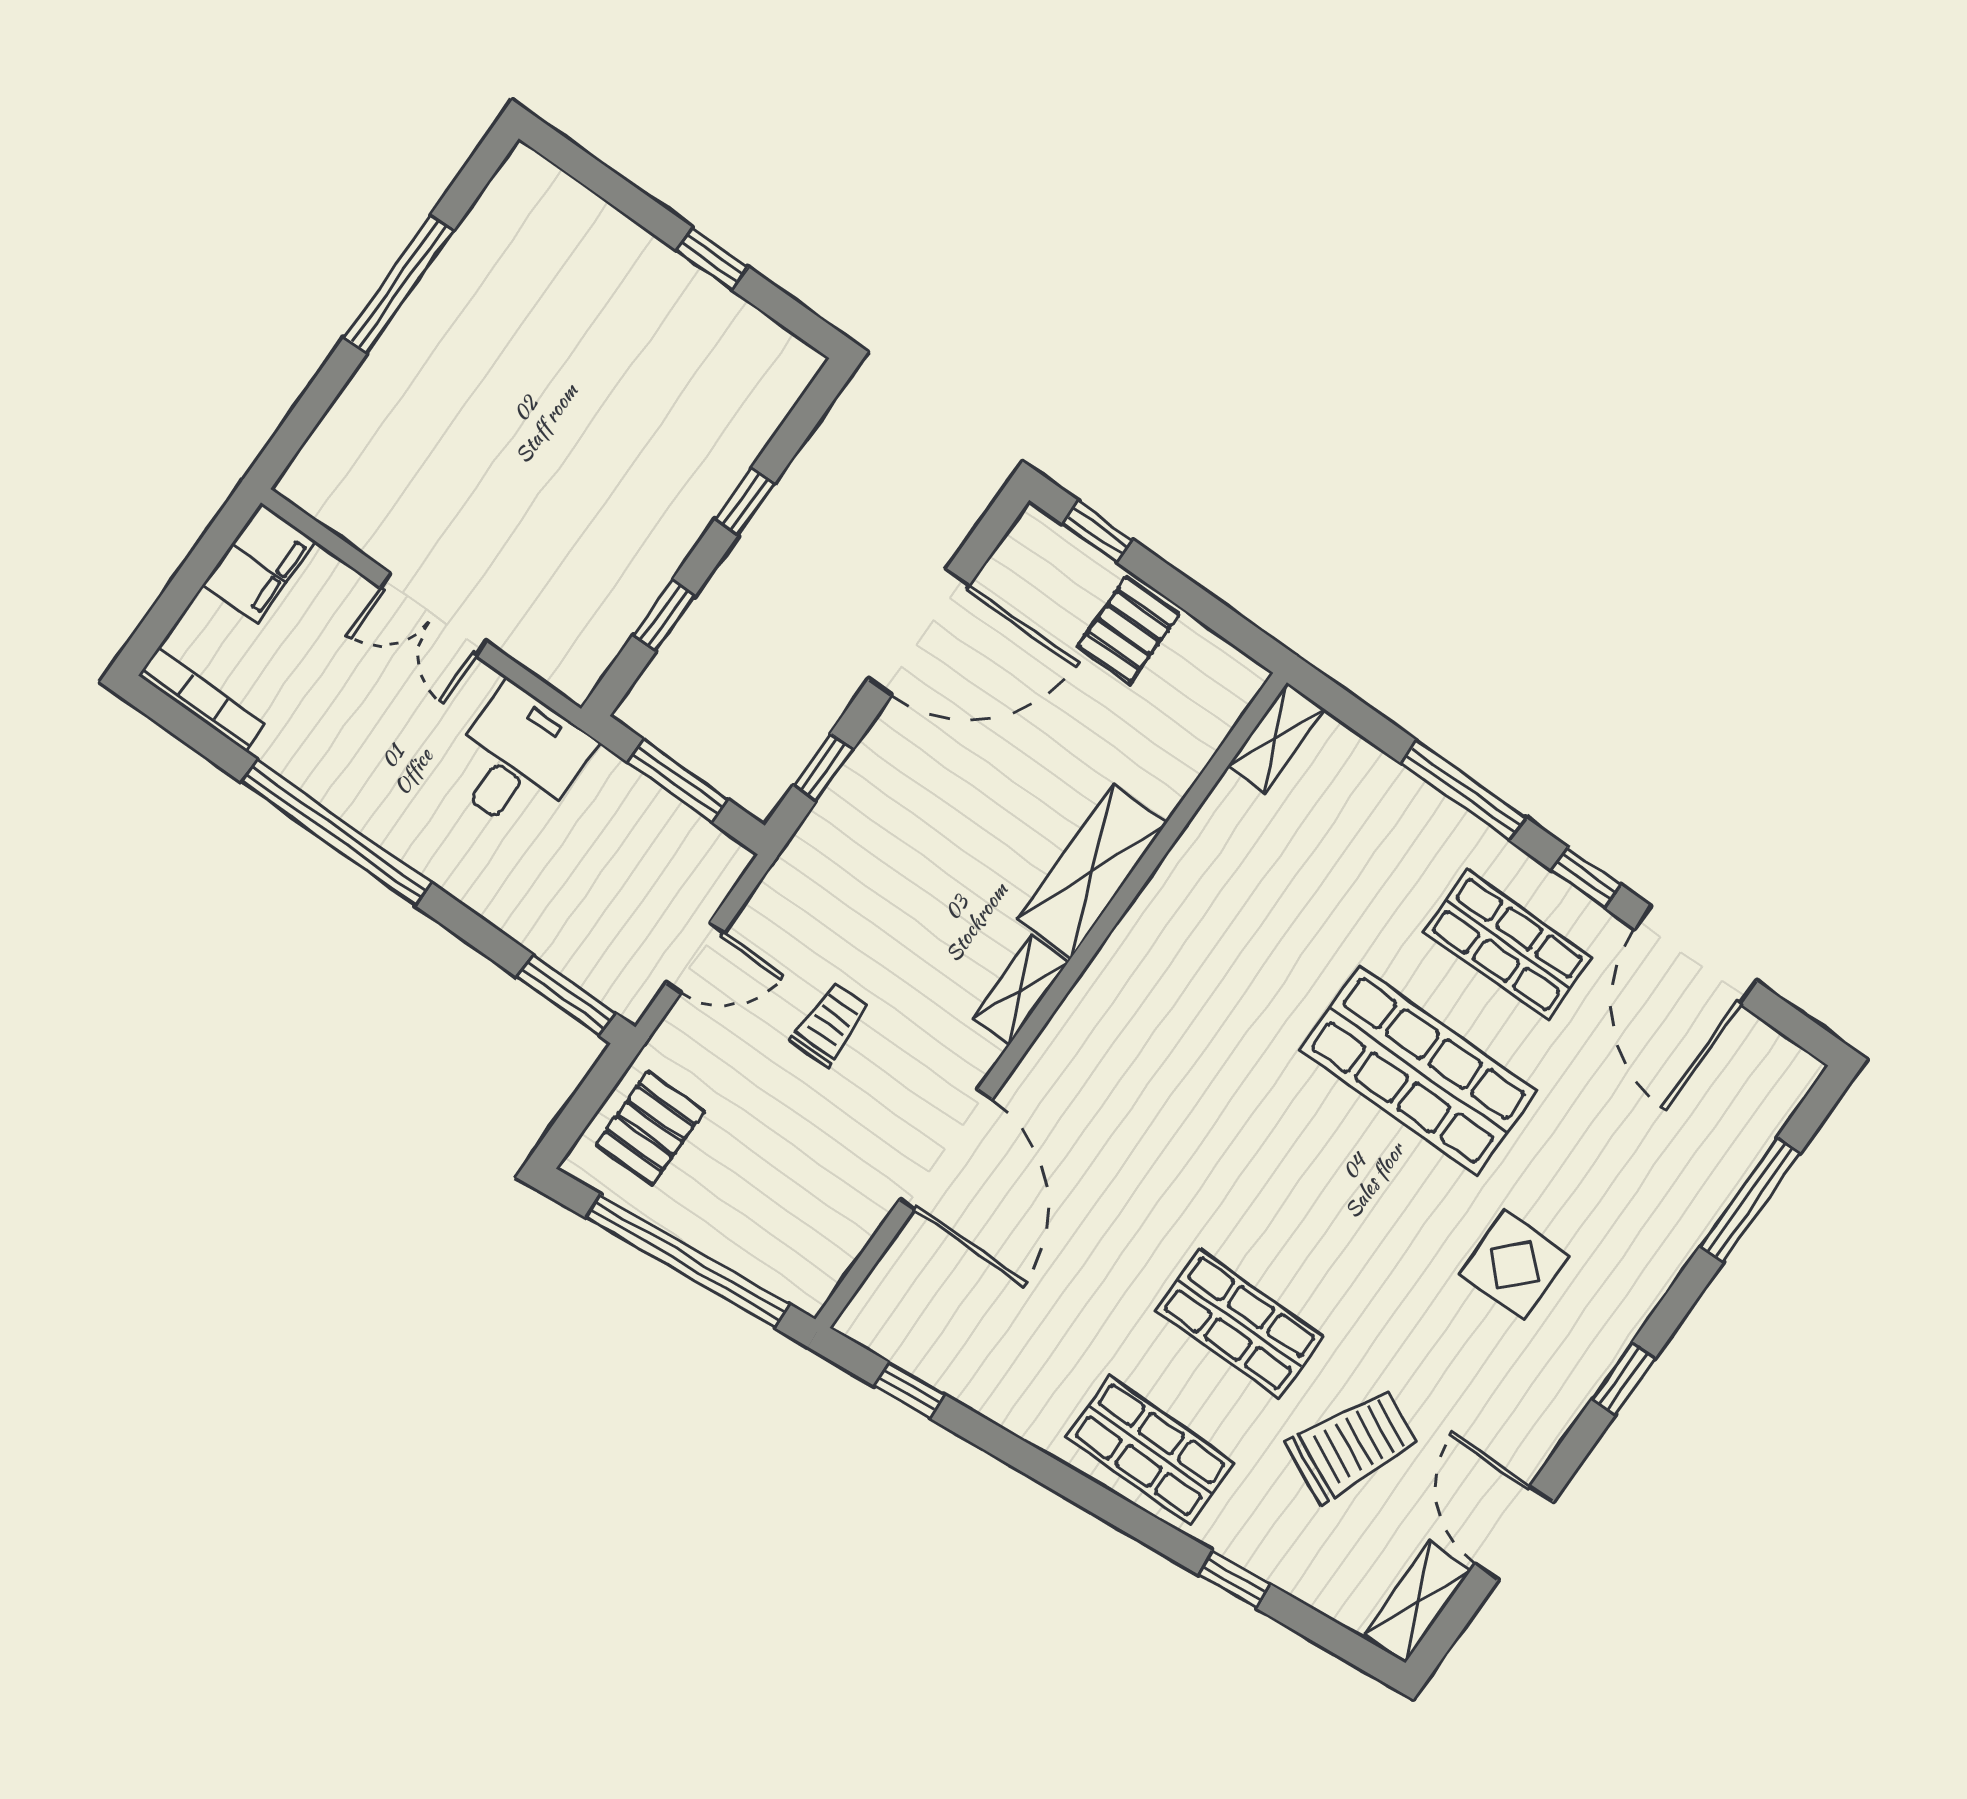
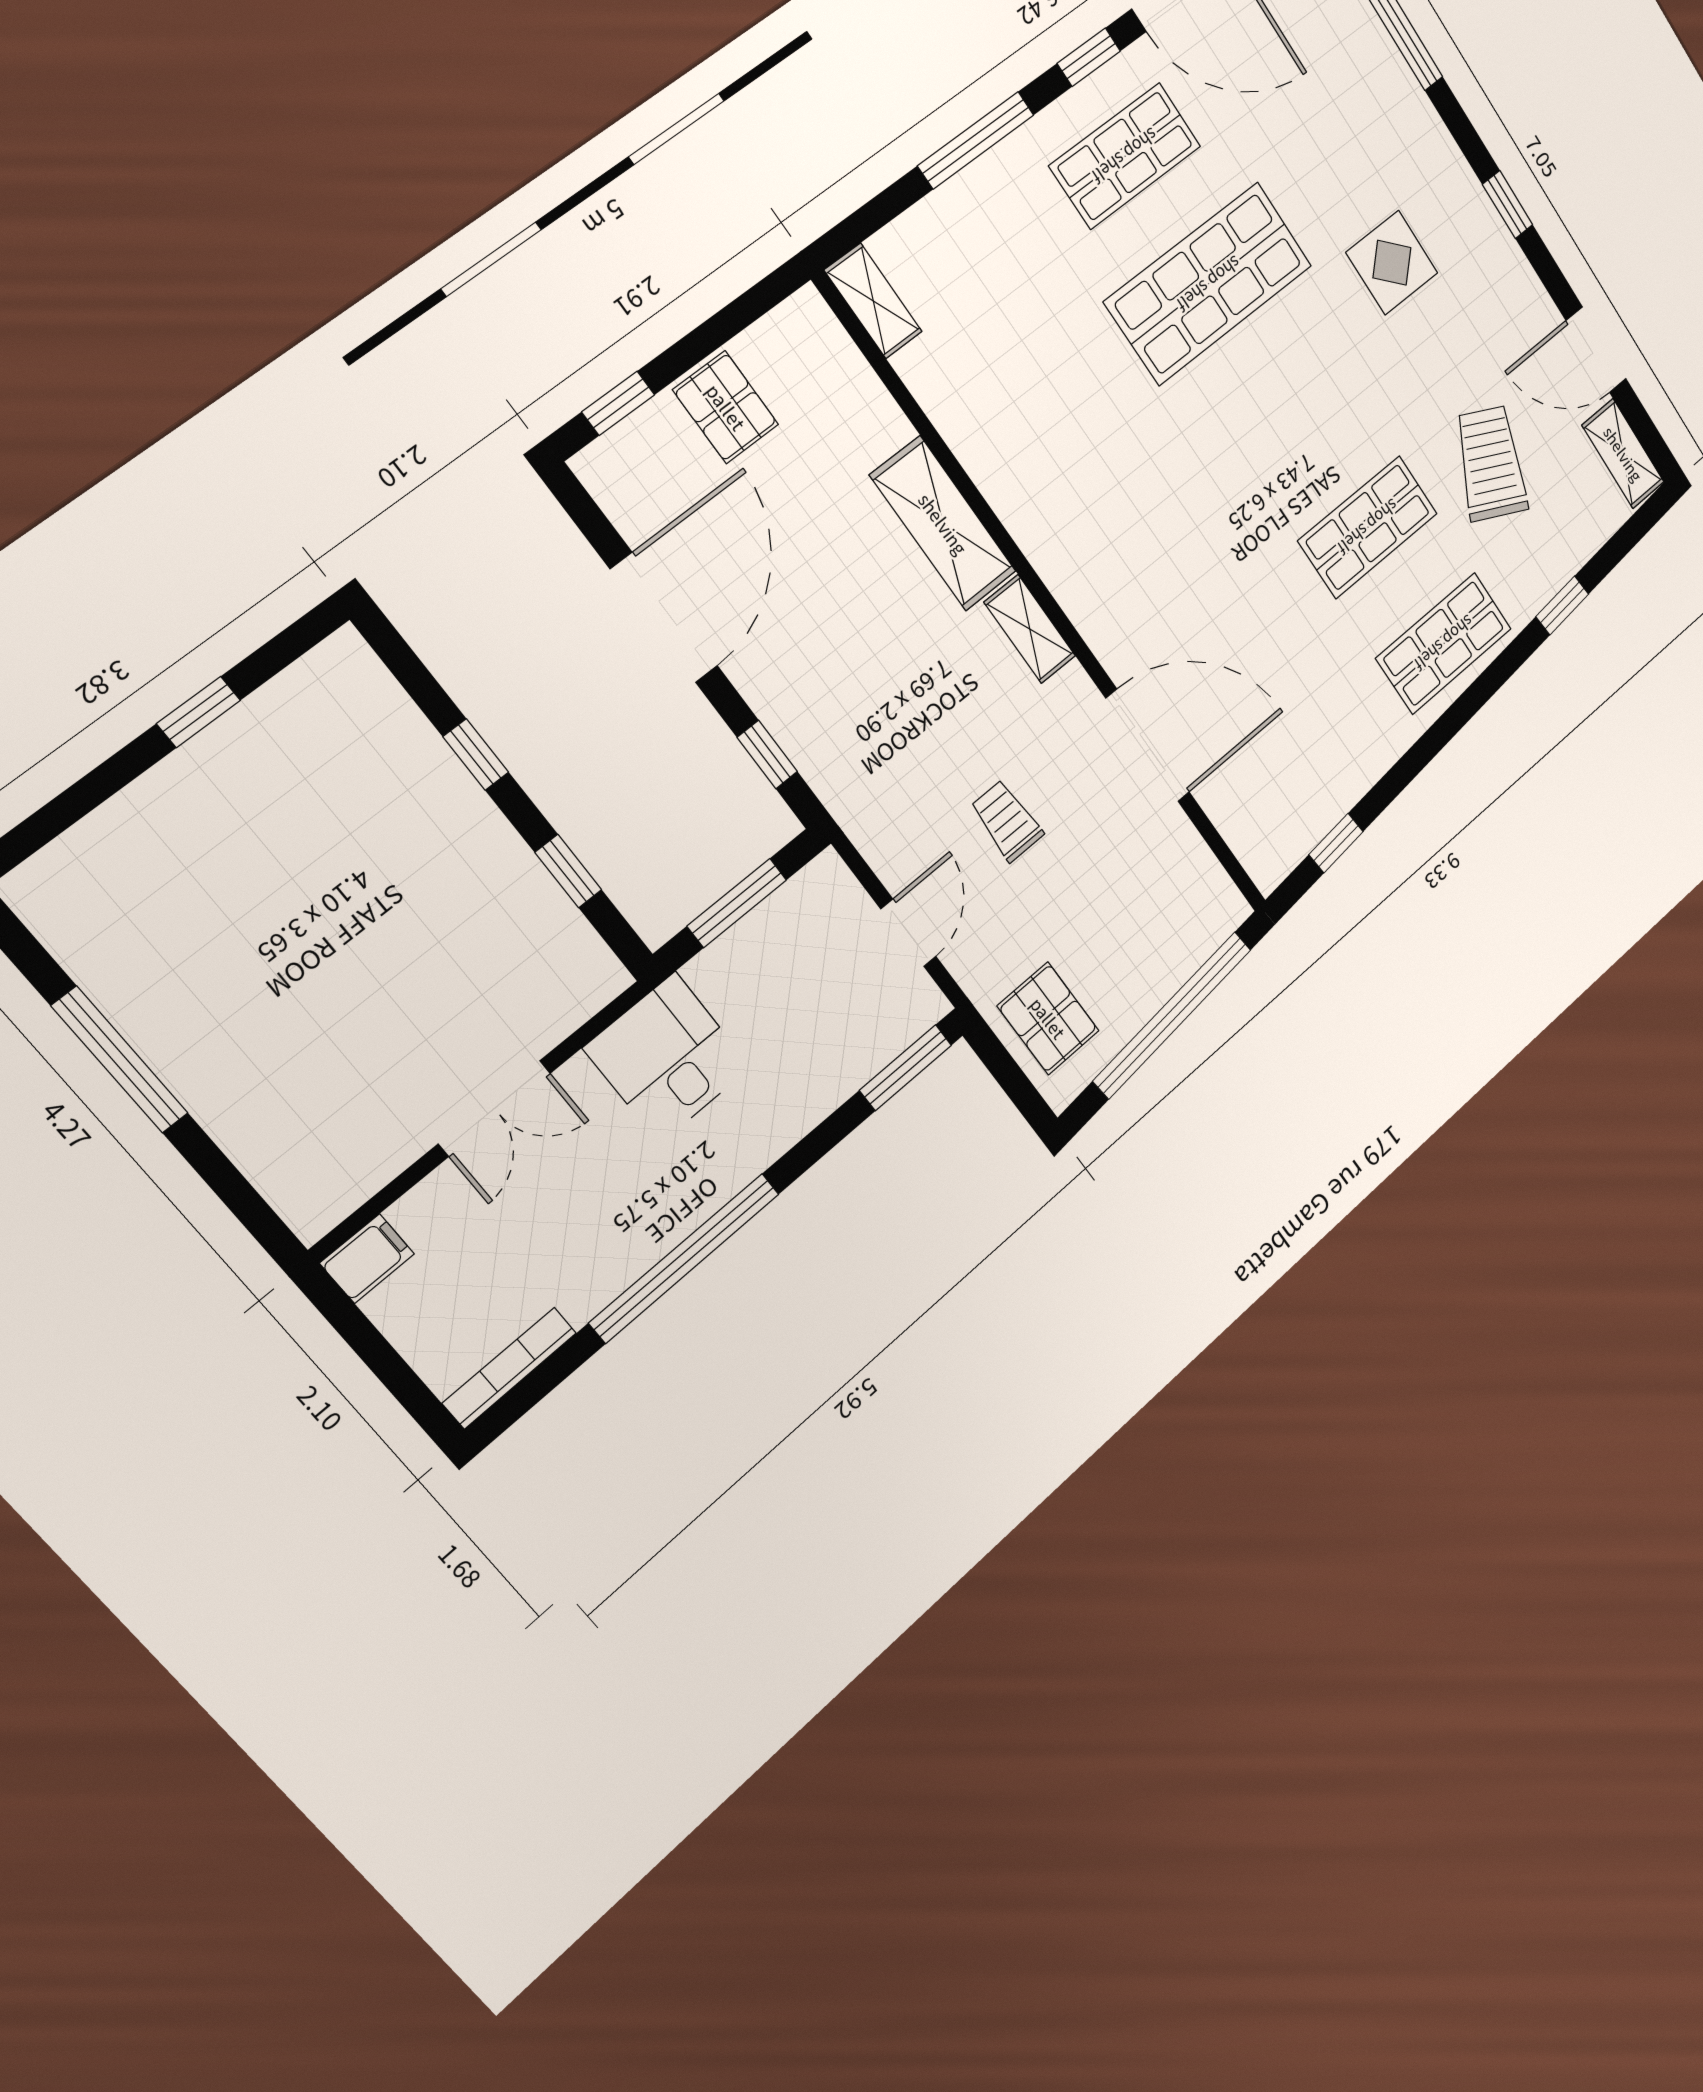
filing cabinet: (259, 563) -> (367, 1259), width x0.50

